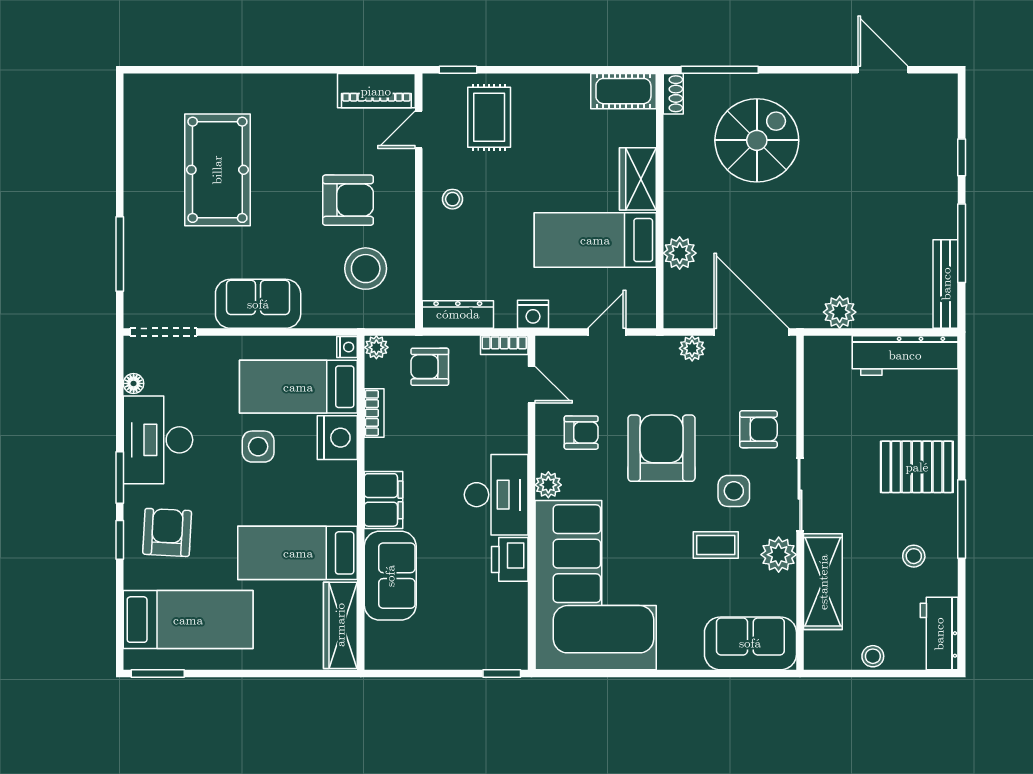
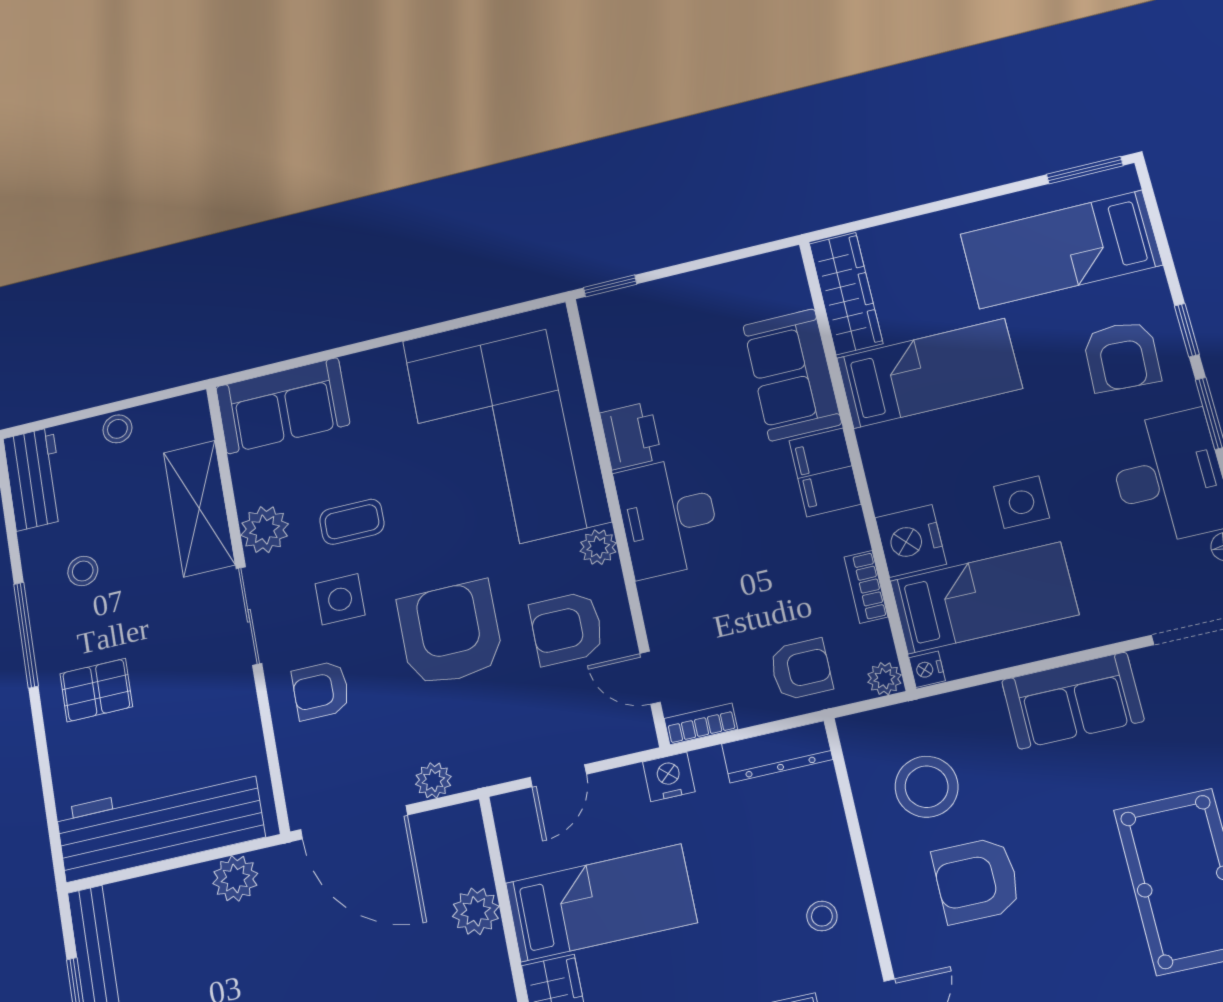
workbench: (905, 355) -> (160, 824), width x1.36, depth x1.32
armchair: (581, 433) -> (567, 628), width x1.38, depth x1.38
armchair: (661, 448) -> (450, 633), turned 180
pallet: (917, 467) -> (96, 690), width x0.67, depth x0.71

